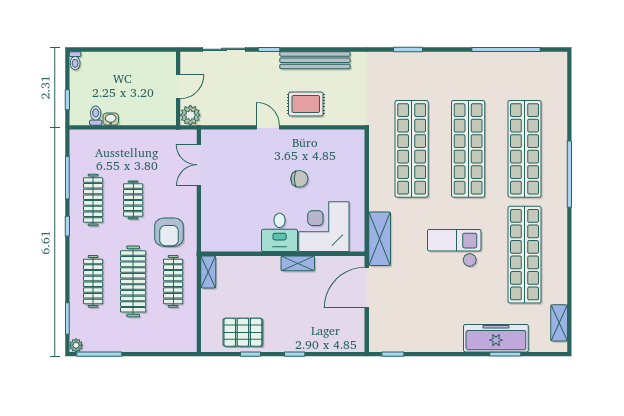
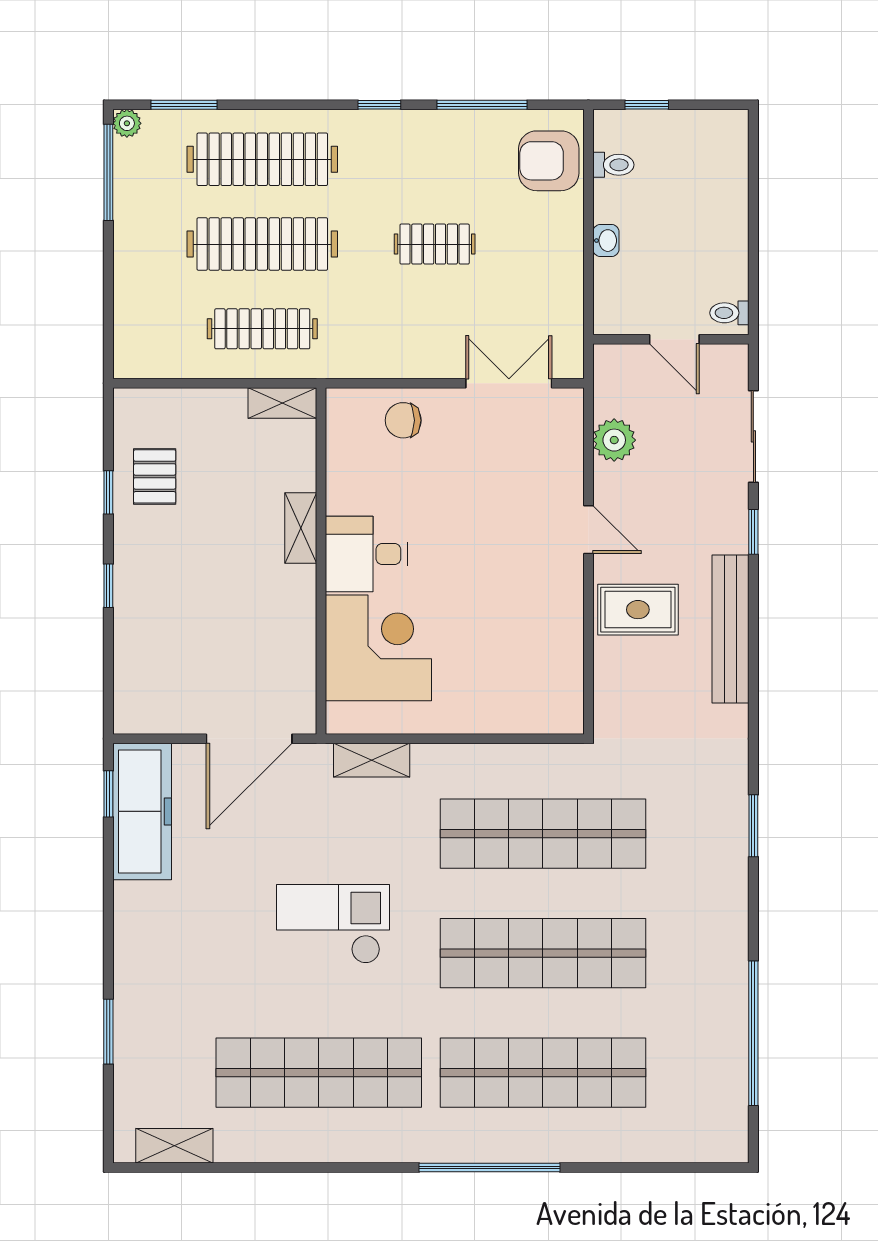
toilet: (75, 61) -> (729, 313), moved
rug: (306, 104) -> (638, 610), turned 90
plant: (190, 115) -> (614, 440), moved
washbasin: (111, 119) -> (606, 241), moved
door: (268, 127) -> (588, 530), hinge flipped
chair: (299, 179) -> (403, 420), moved, turned 90
clothes rail: (93, 200) -> (435, 159), removed
armchair: (169, 232) -> (549, 161), moved
shelving: (380, 239) -> (372, 760), width x0.67, depth x0.75
checkout: (454, 248) -> (333, 924), turned -90
shelving: (298, 263) -> (301, 528), moved
clothes rail: (93, 281) -> (262, 159), width x1.37, depth x1.31
door: (367, 288) -> (249, 739), swing flipped
pallet: (243, 332) -> (155, 476), width x0.67, depth x0.71
freezer: (496, 338) -> (142, 811), moved

